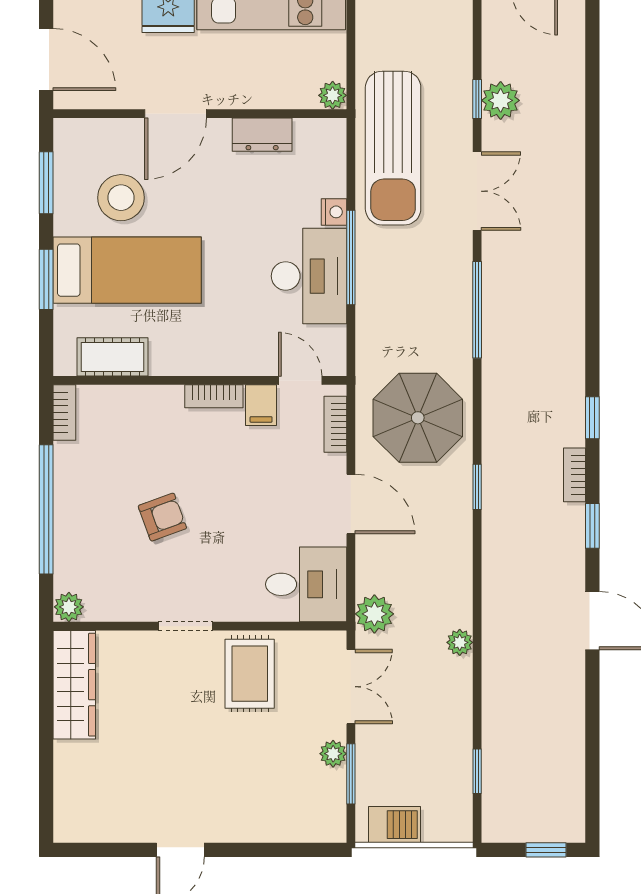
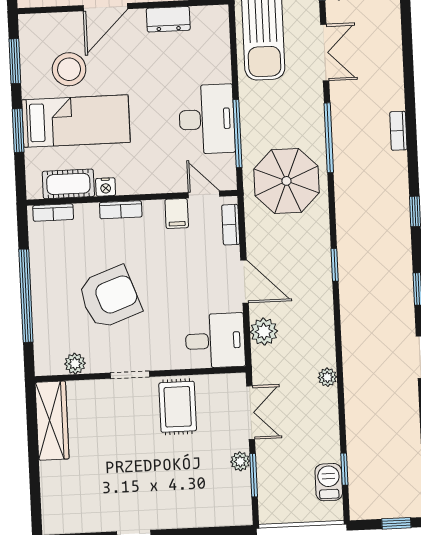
nightstand: (334, 212) -> (106, 187), moved, turned 90
window: (351, 257) -> (238, 134), moved
bookcase: (214, 396) -> (121, 210), moved
bookcase: (64, 412) -> (53, 213), moved, turned 90
parasol: (418, 418) -> (286, 181), moved
bookcase: (574, 475) -> (398, 131), moved
armchair: (162, 517) -> (110, 297), width x1.88, depth x1.88
plant: (69, 607) -> (75, 364), moved
plant: (374, 614) -> (264, 332), moved
barbecue: (395, 825) -> (329, 482), moved, turned -90

